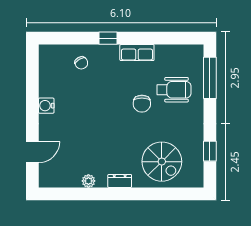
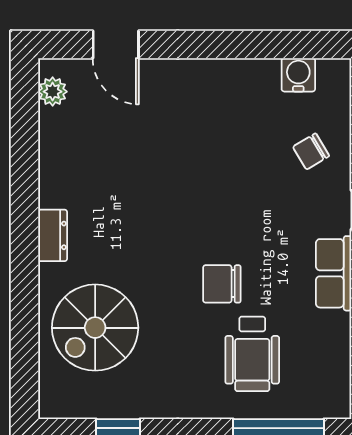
water cooler: (46, 106) -> (298, 75), moved
plant: (88, 181) -> (53, 92), moved

